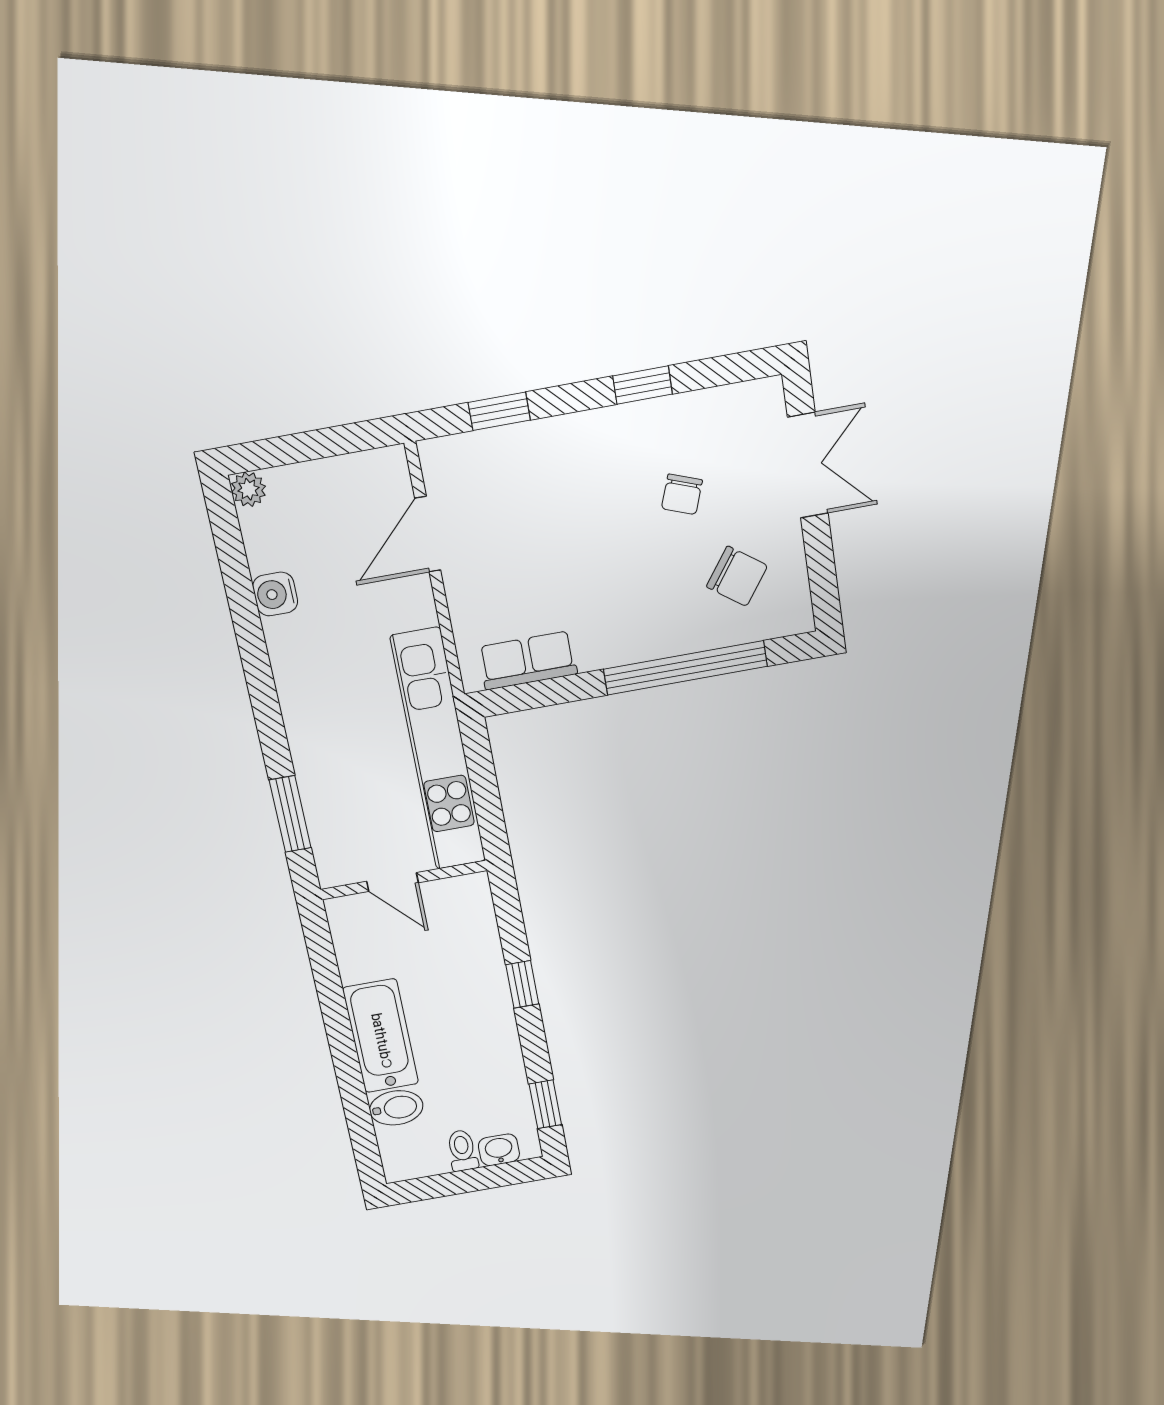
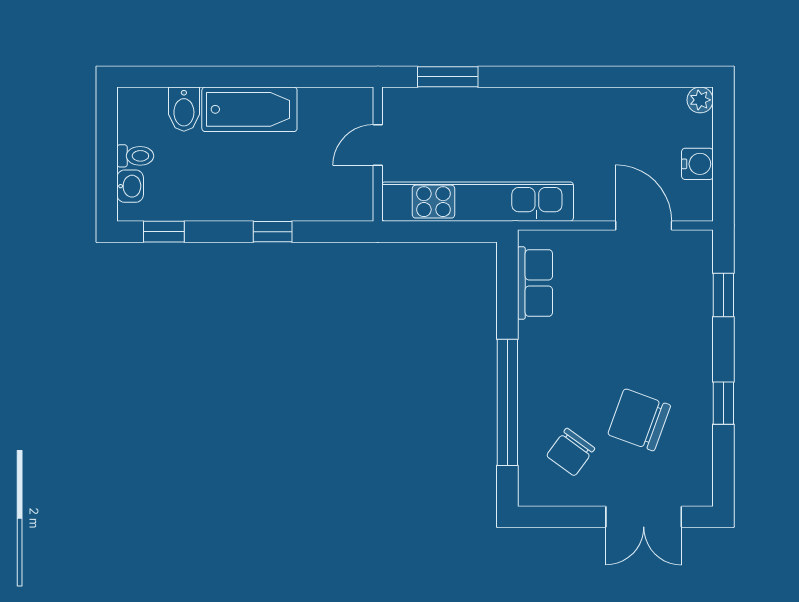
chair: (682, 494) -> (639, 420), width x1.87, depth x1.87
water cooler: (275, 594) -> (697, 164), moved, turned 90

